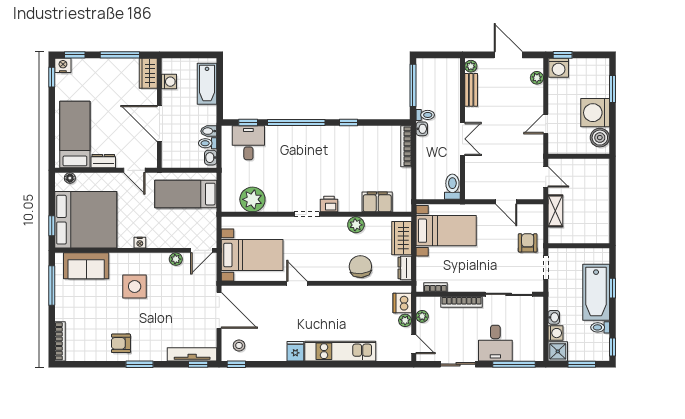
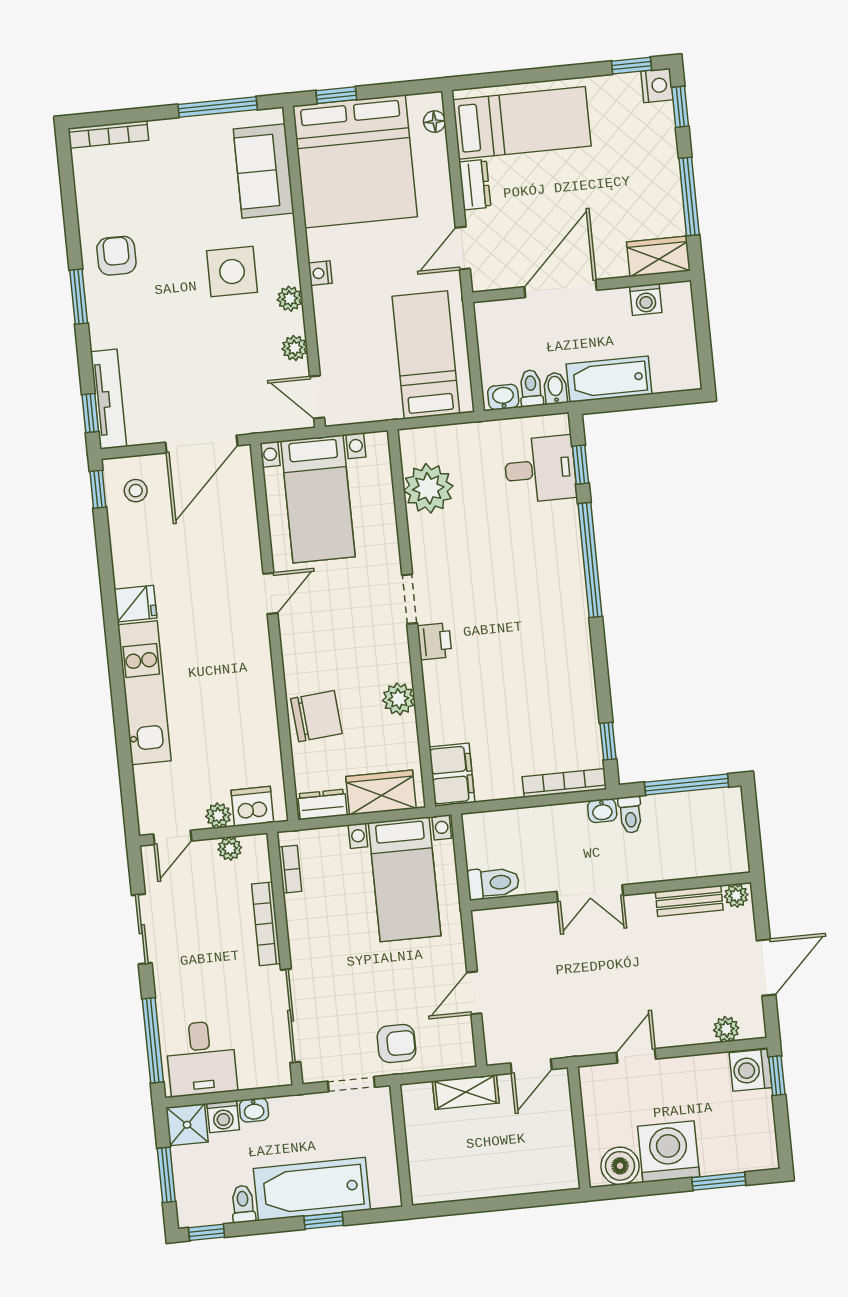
bathtub: (207, 84) -> (609, 379), moved
window: (348, 122) -> (608, 741), moved
door: (546, 124) -> (636, 1056), hinge flipped
filing cabinet: (377, 202) -> (452, 775), moved
plant: (151, 259) -> (290, 299), added
desk: (495, 343) -> (201, 1058), moved, turned -90

